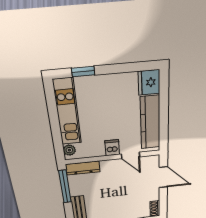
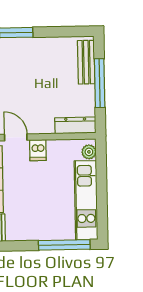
window: (83, 72) -> (64, 245), width x2.17
window: (65, 187) -> (100, 83), moved

